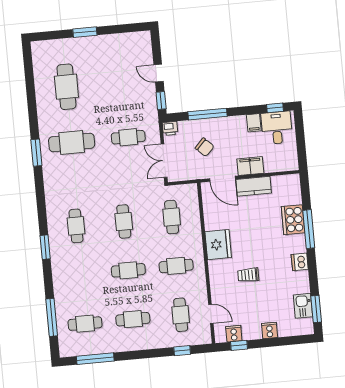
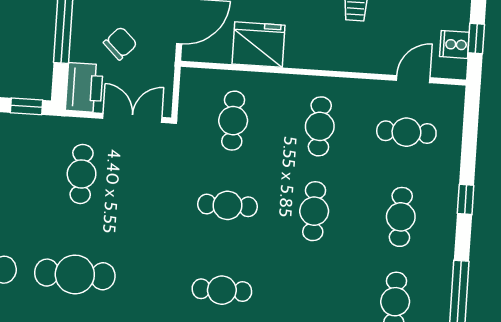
printer: (170, 128) -> (84, 88), width x1.87, depth x1.48
cafe table: (72, 142) -> (75, 274), turned 90
double door: (164, 161) -> (132, 118), swing flipped
cafe table: (172, 217) -> (233, 121), turned 90
fridge: (218, 245) -> (259, 45), moved
window: (182, 351) -> (466, 199), moved

